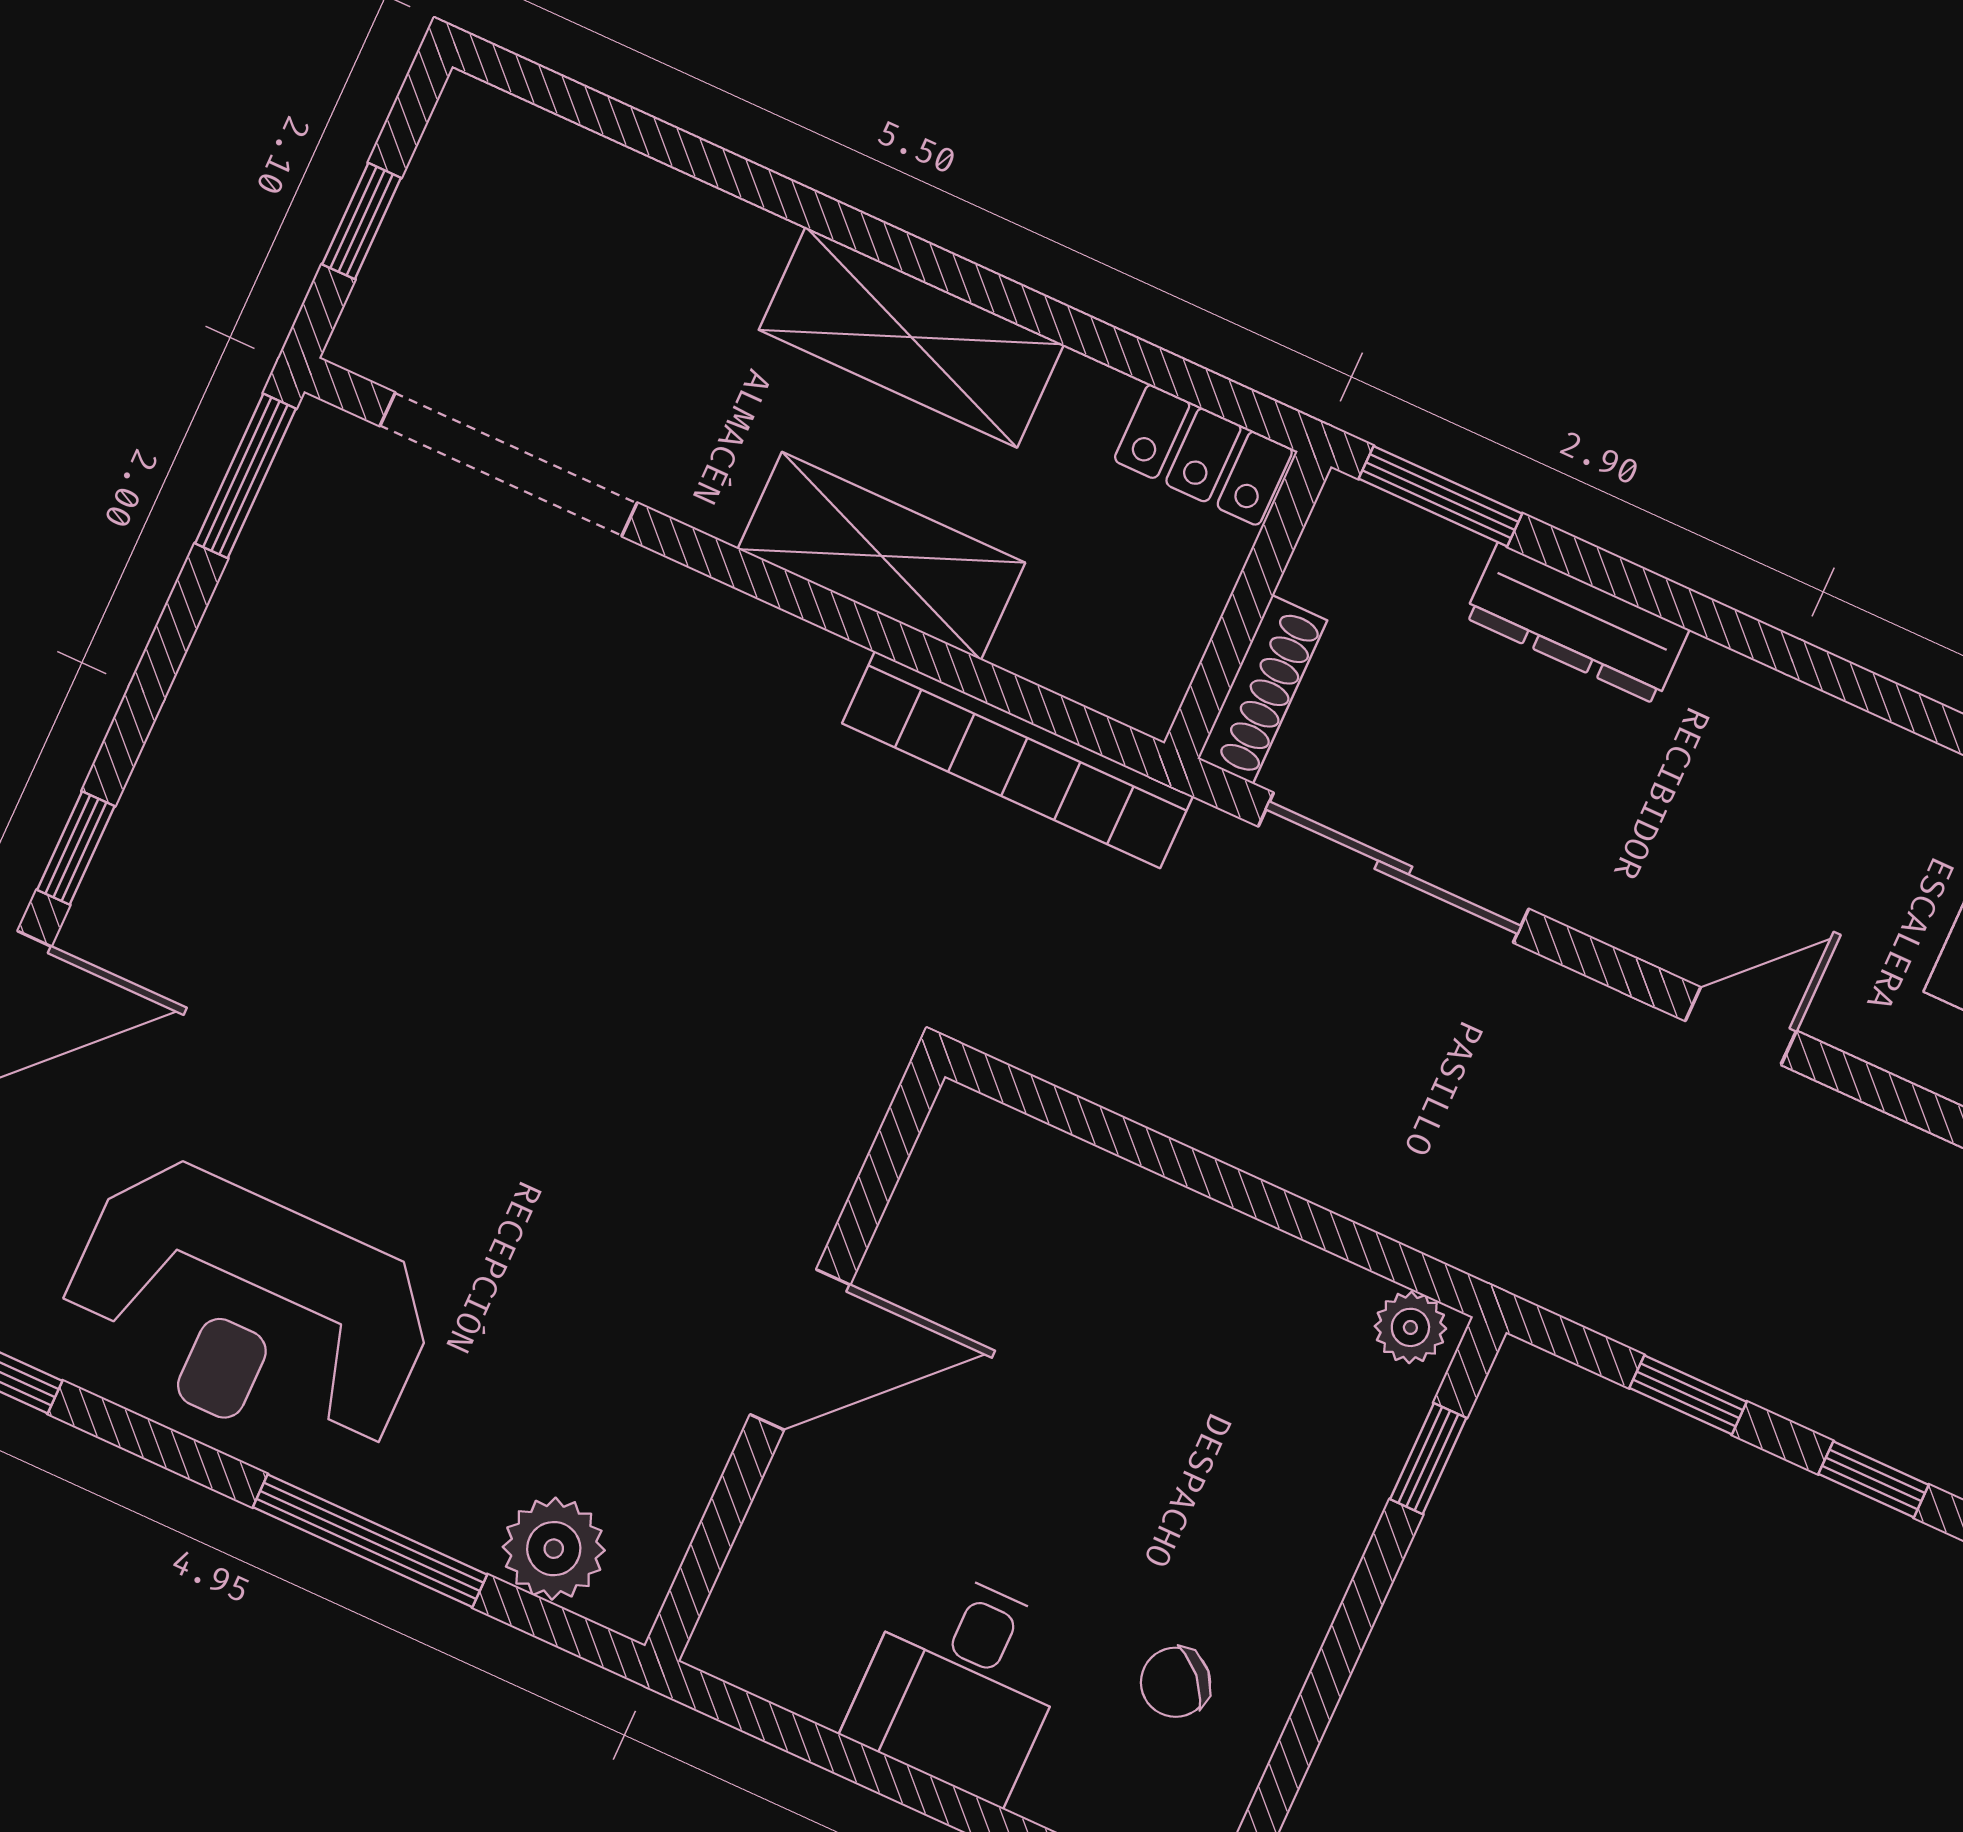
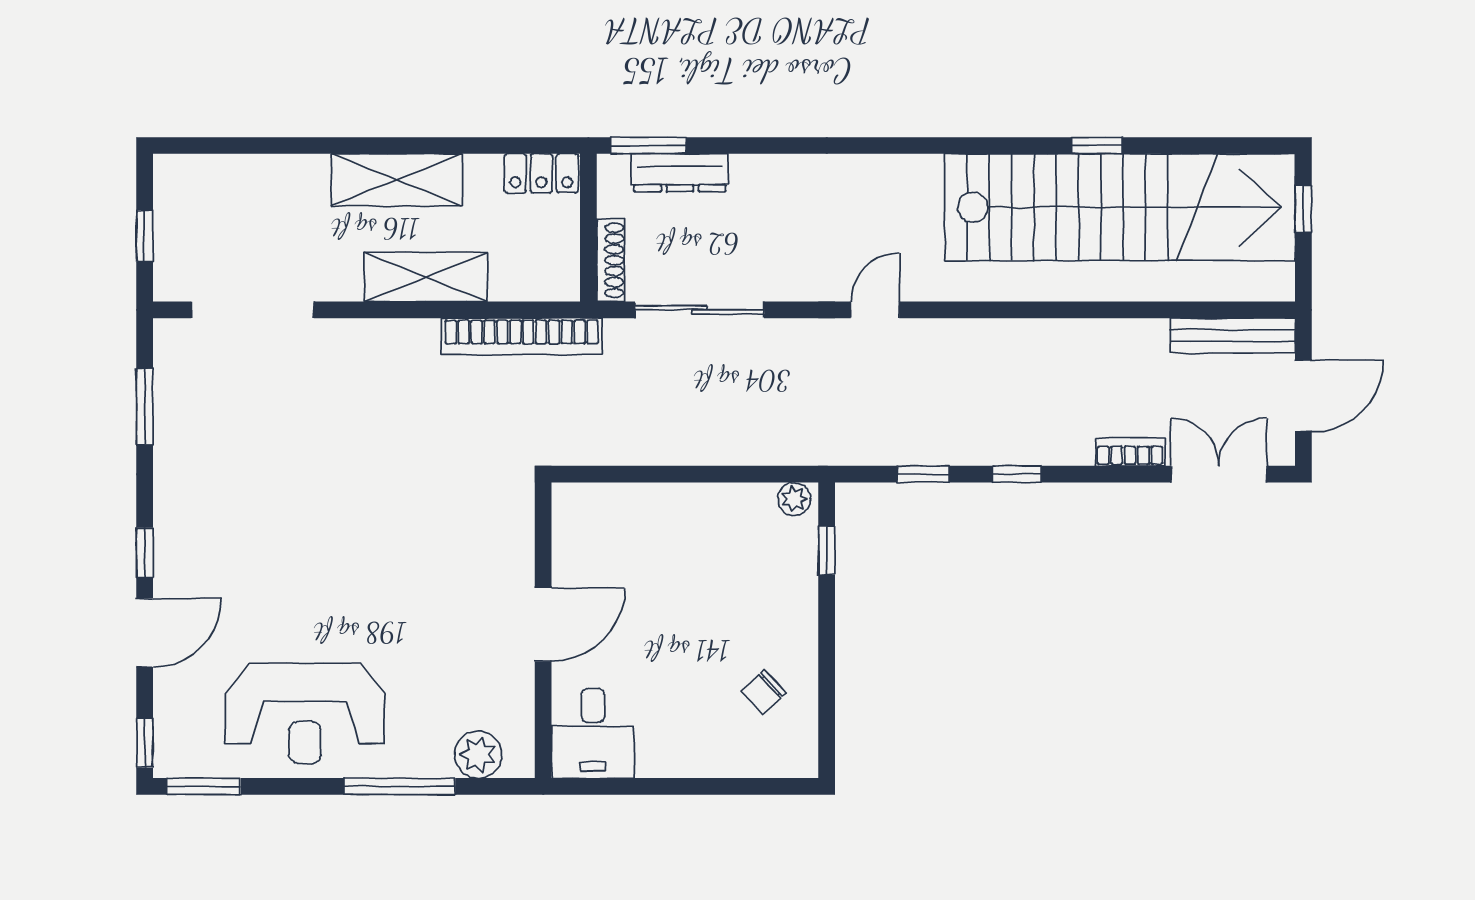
window: (245, 476) -> (145, 407), moved
dresser: (1577, 623) -> (680, 173), moved
desk: (961, 1683) -> (593, 733), moved

